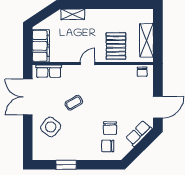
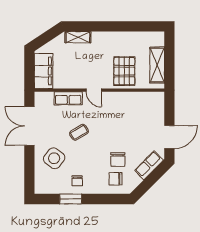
door: (88, 64) -> (94, 90), swing flipped
row of seats: (49, 71) -> (68, 98), moved
chair: (142, 72) -> (77, 181), moved

